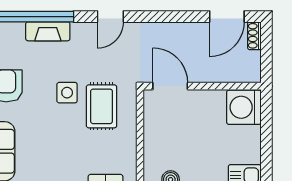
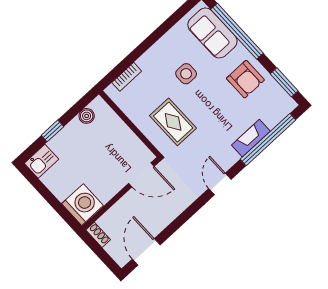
shoe rack: (254, 36) -> (98, 235), moved
side table: (67, 93) -> (186, 74), moved

